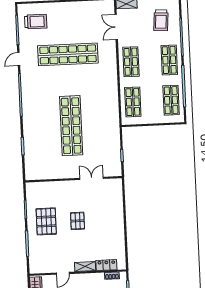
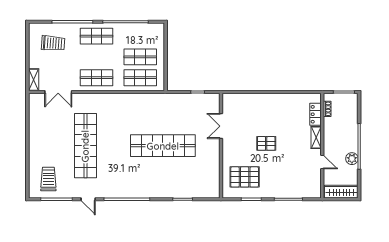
shop shelf: (171, 100) -> (140, 57), moved
pallet: (46, 221) -> (245, 177), moved

